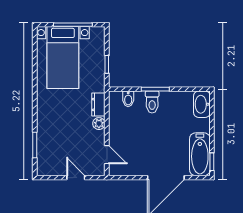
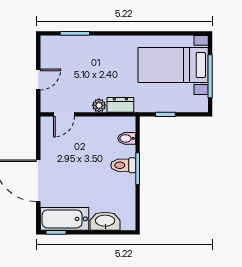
washbasin: (202, 104) -> (105, 221), moved

